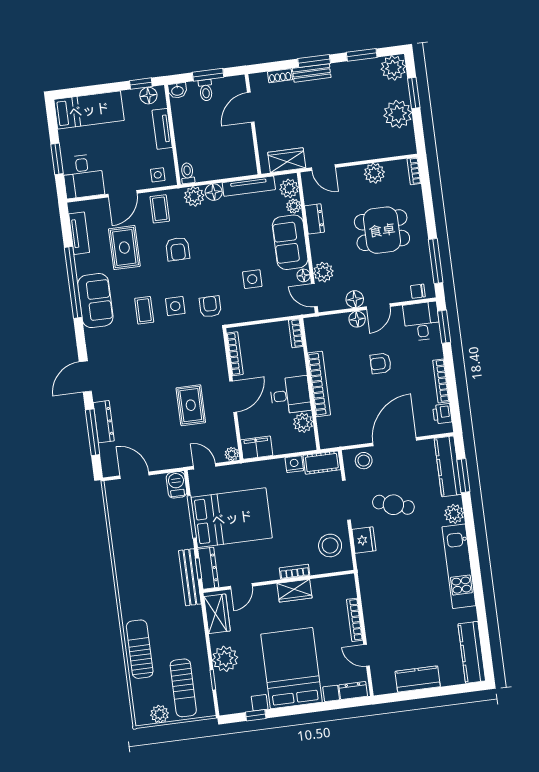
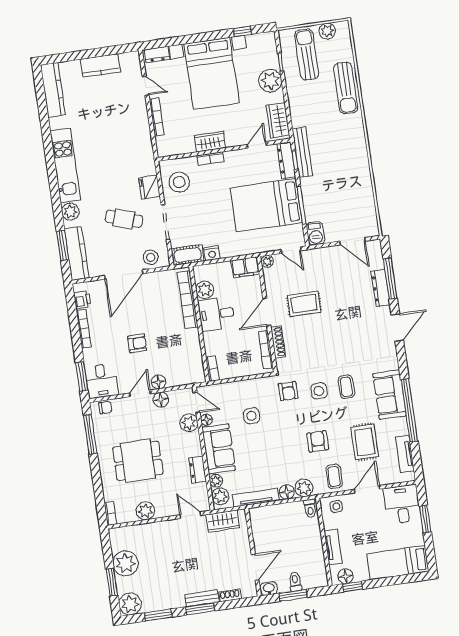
washbasin: (177, 90) -> (269, 589), moved
shoe rack: (221, 362) -> (278, 342), added
bookcase: (319, 384) -> (188, 300), moved
rug: (191, 405) -> (304, 304), turned 90

